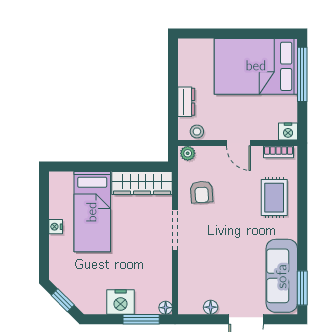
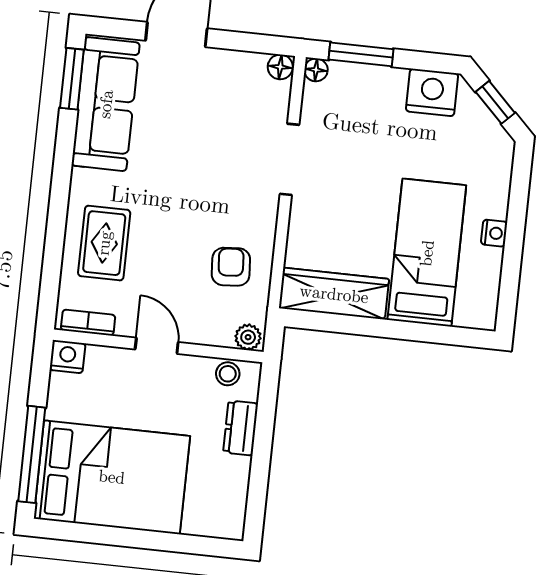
doorway: (175, 230) -> (290, 159), moved
nightstand: (121, 302) -> (432, 92), moved
floor lamp: (211, 307) -> (280, 67), moved

